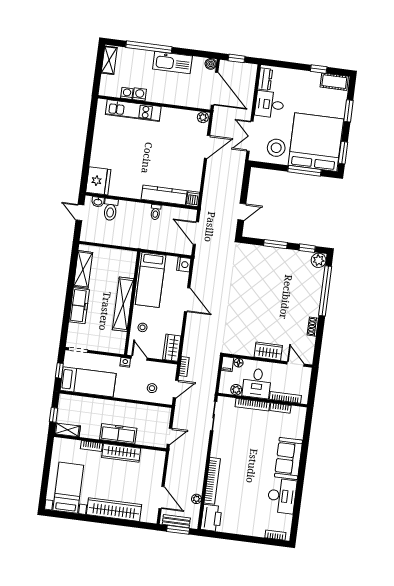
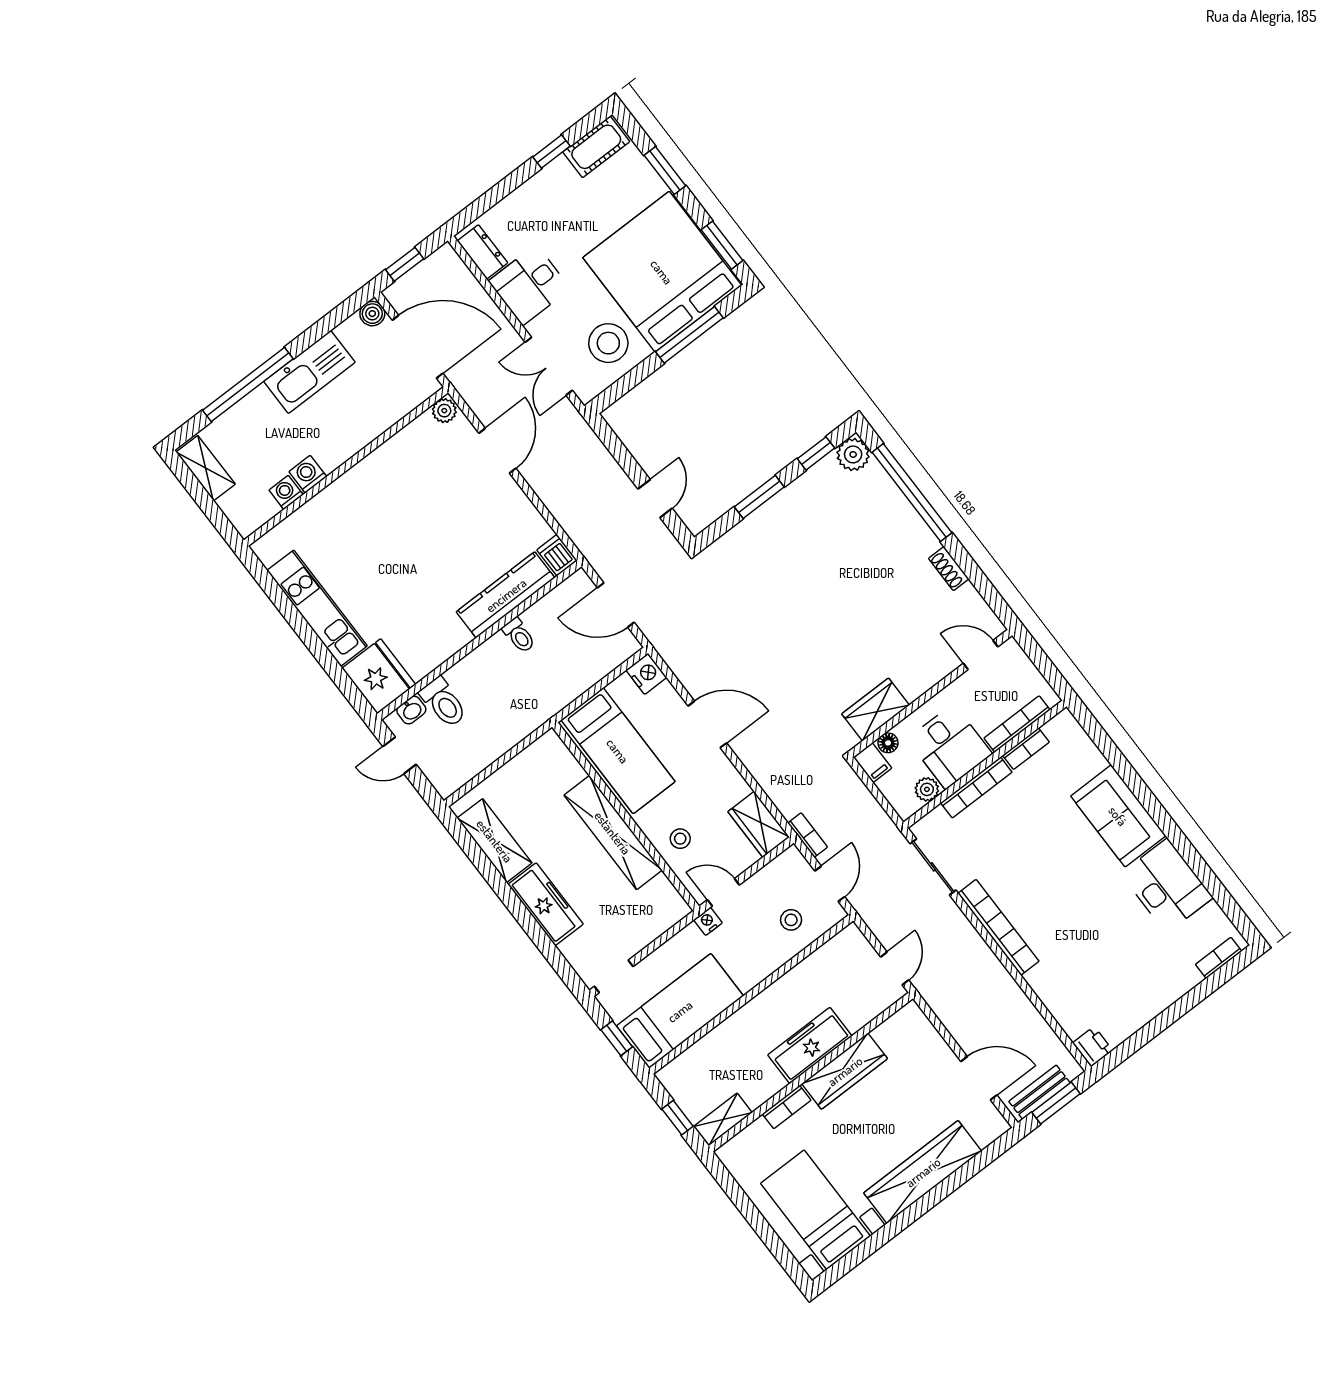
kitchen unit: (133, 111) -> (317, 608), moved, turned -90
wardrobe: (268, 351) -> (876, 710), moved
bookcase: (212, 481) -> (998, 927), moved
plant: (196, 499) -> (1036, 1025), removed
printer: (211, 518) -> (1093, 1047), width x0.53, depth x0.68

